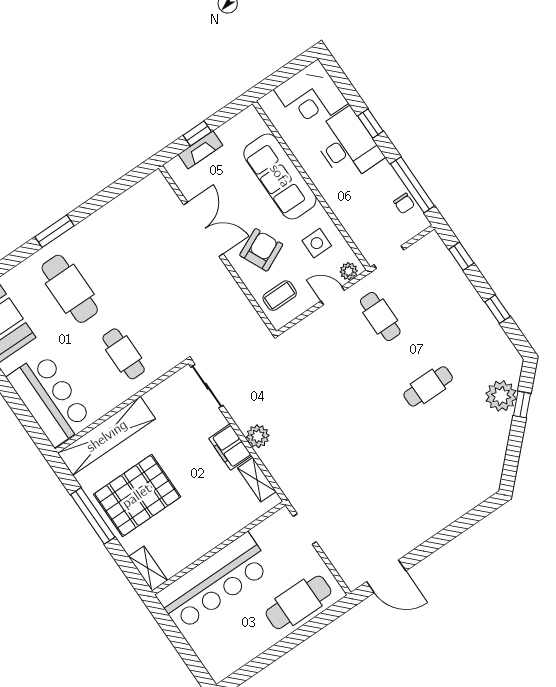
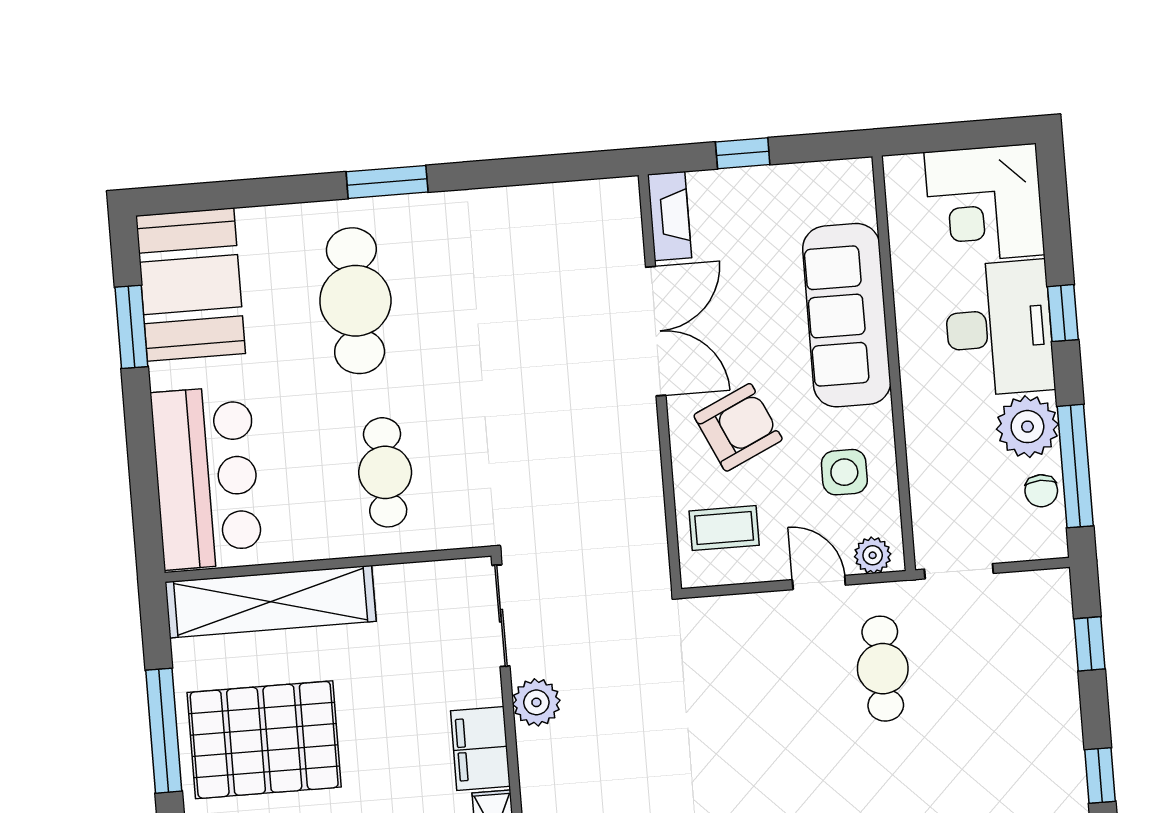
fireplace: (200, 150) -> (670, 216), moved, turned -90
plant: (383, 180) -> (1027, 427), added
plant: (258, 436) -> (536, 702), moved

